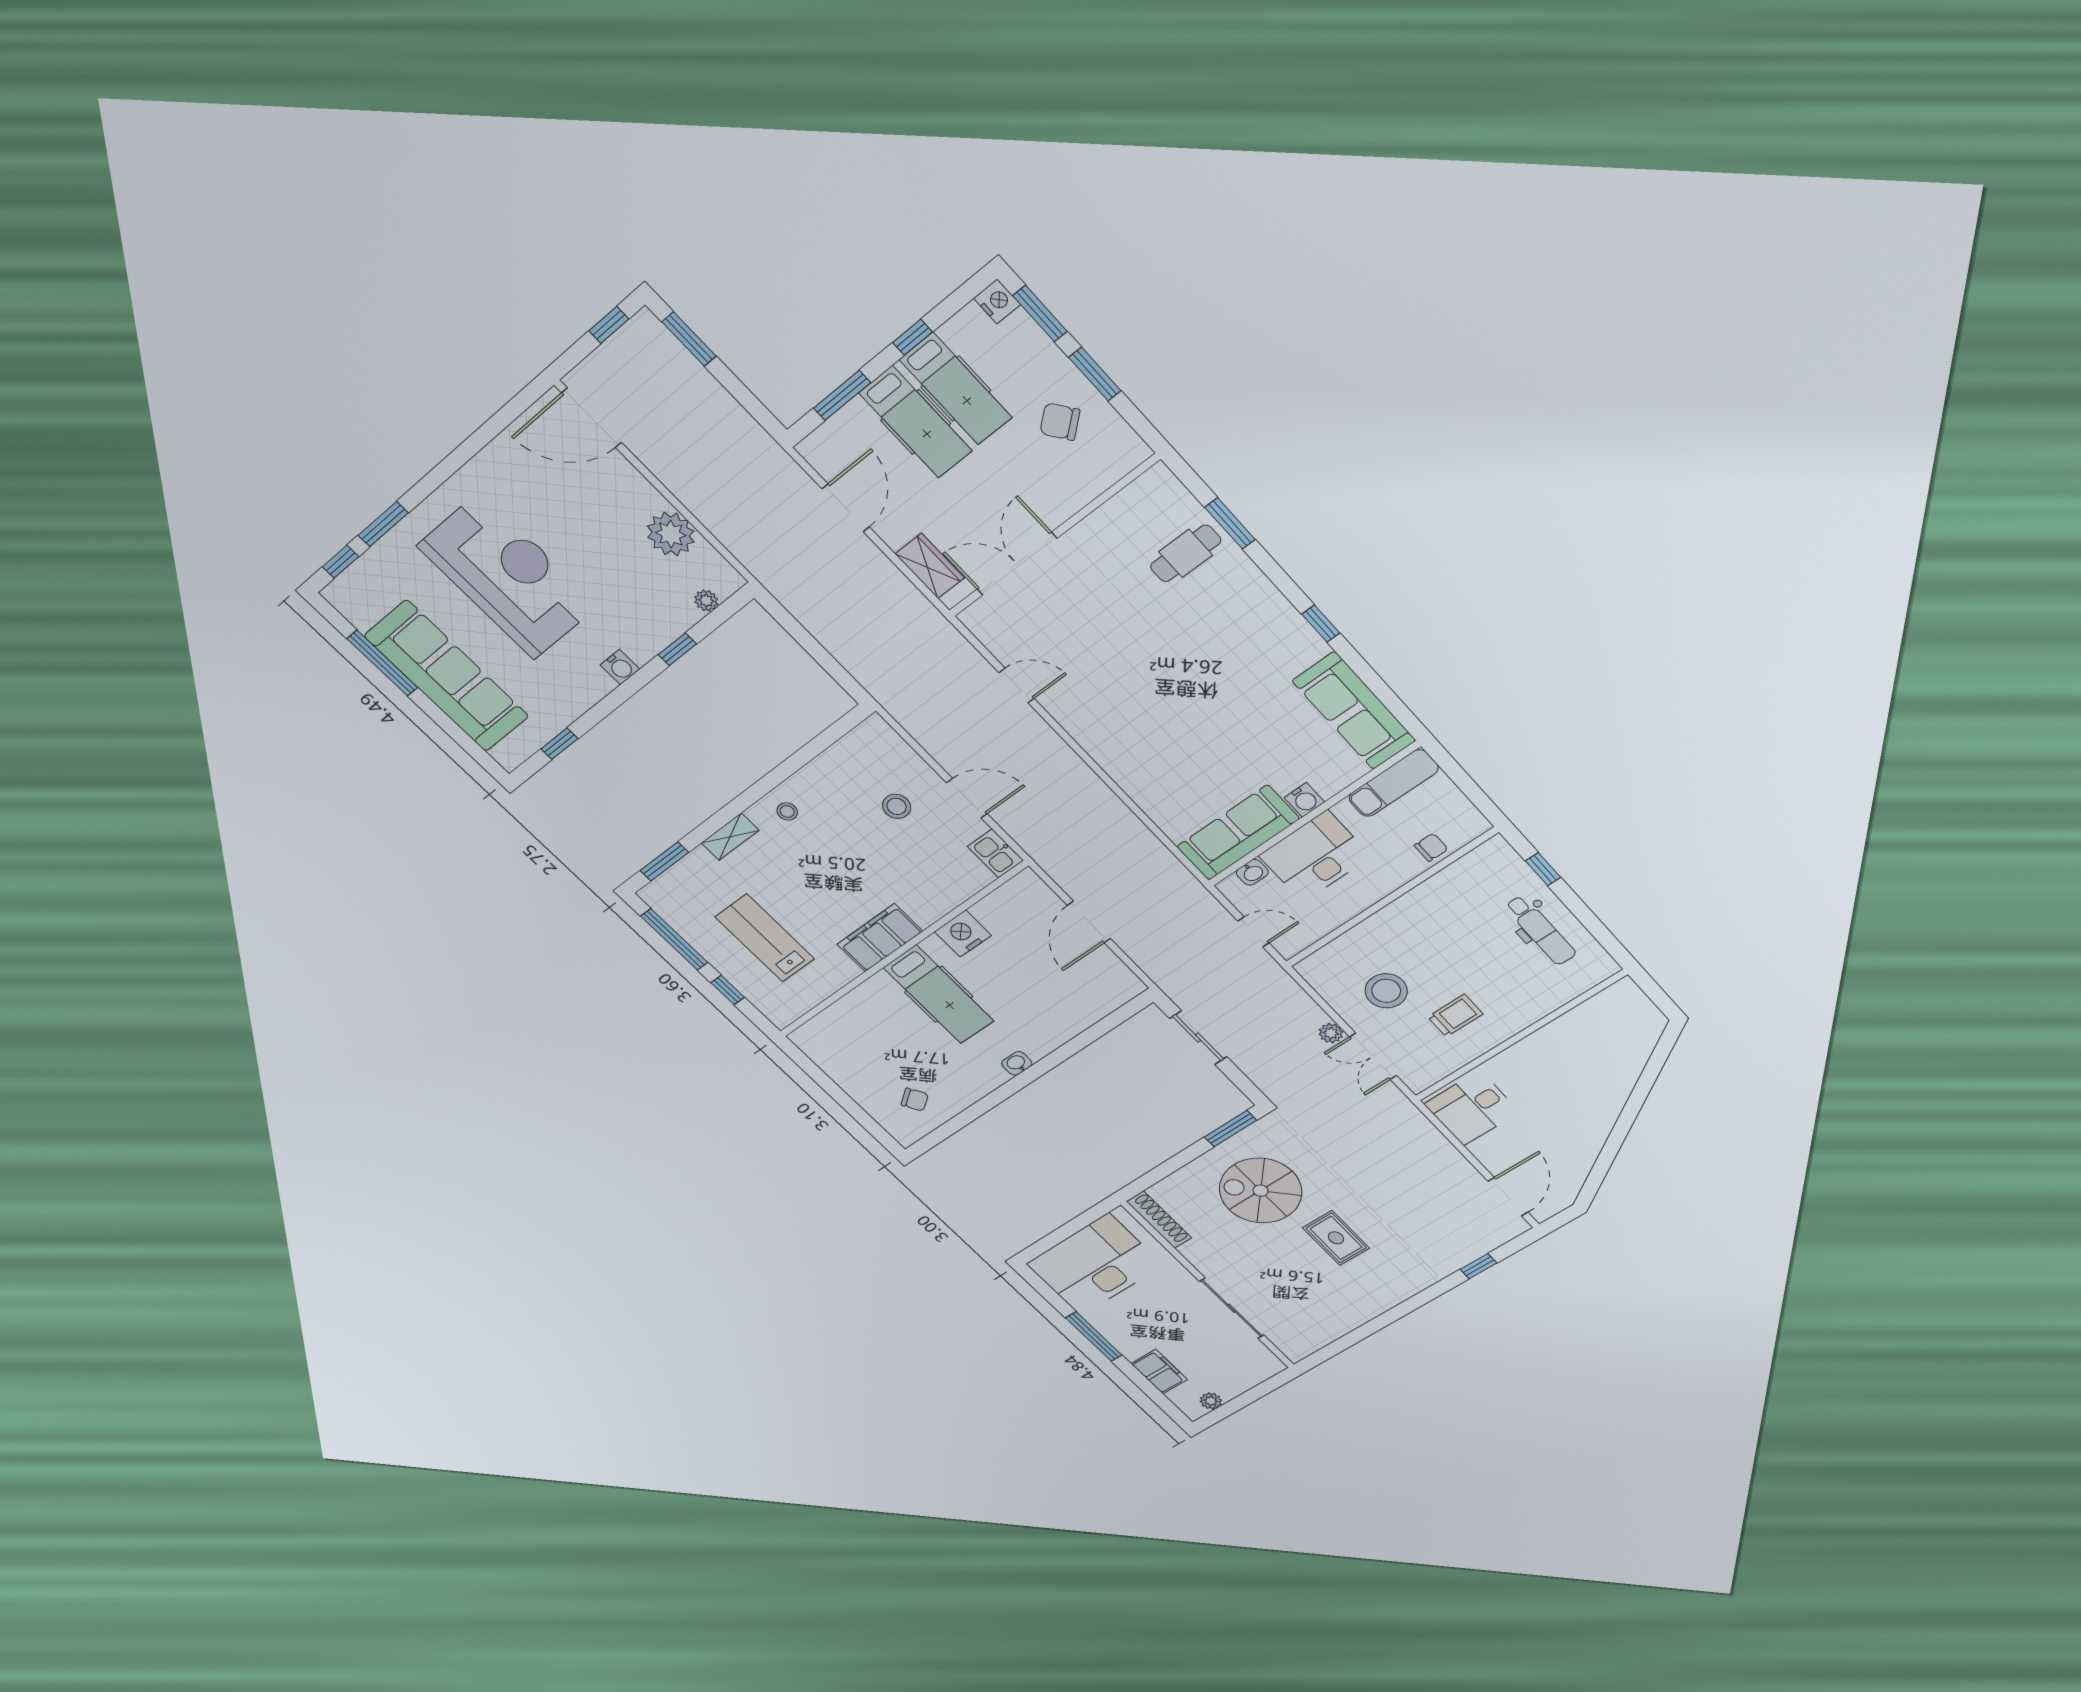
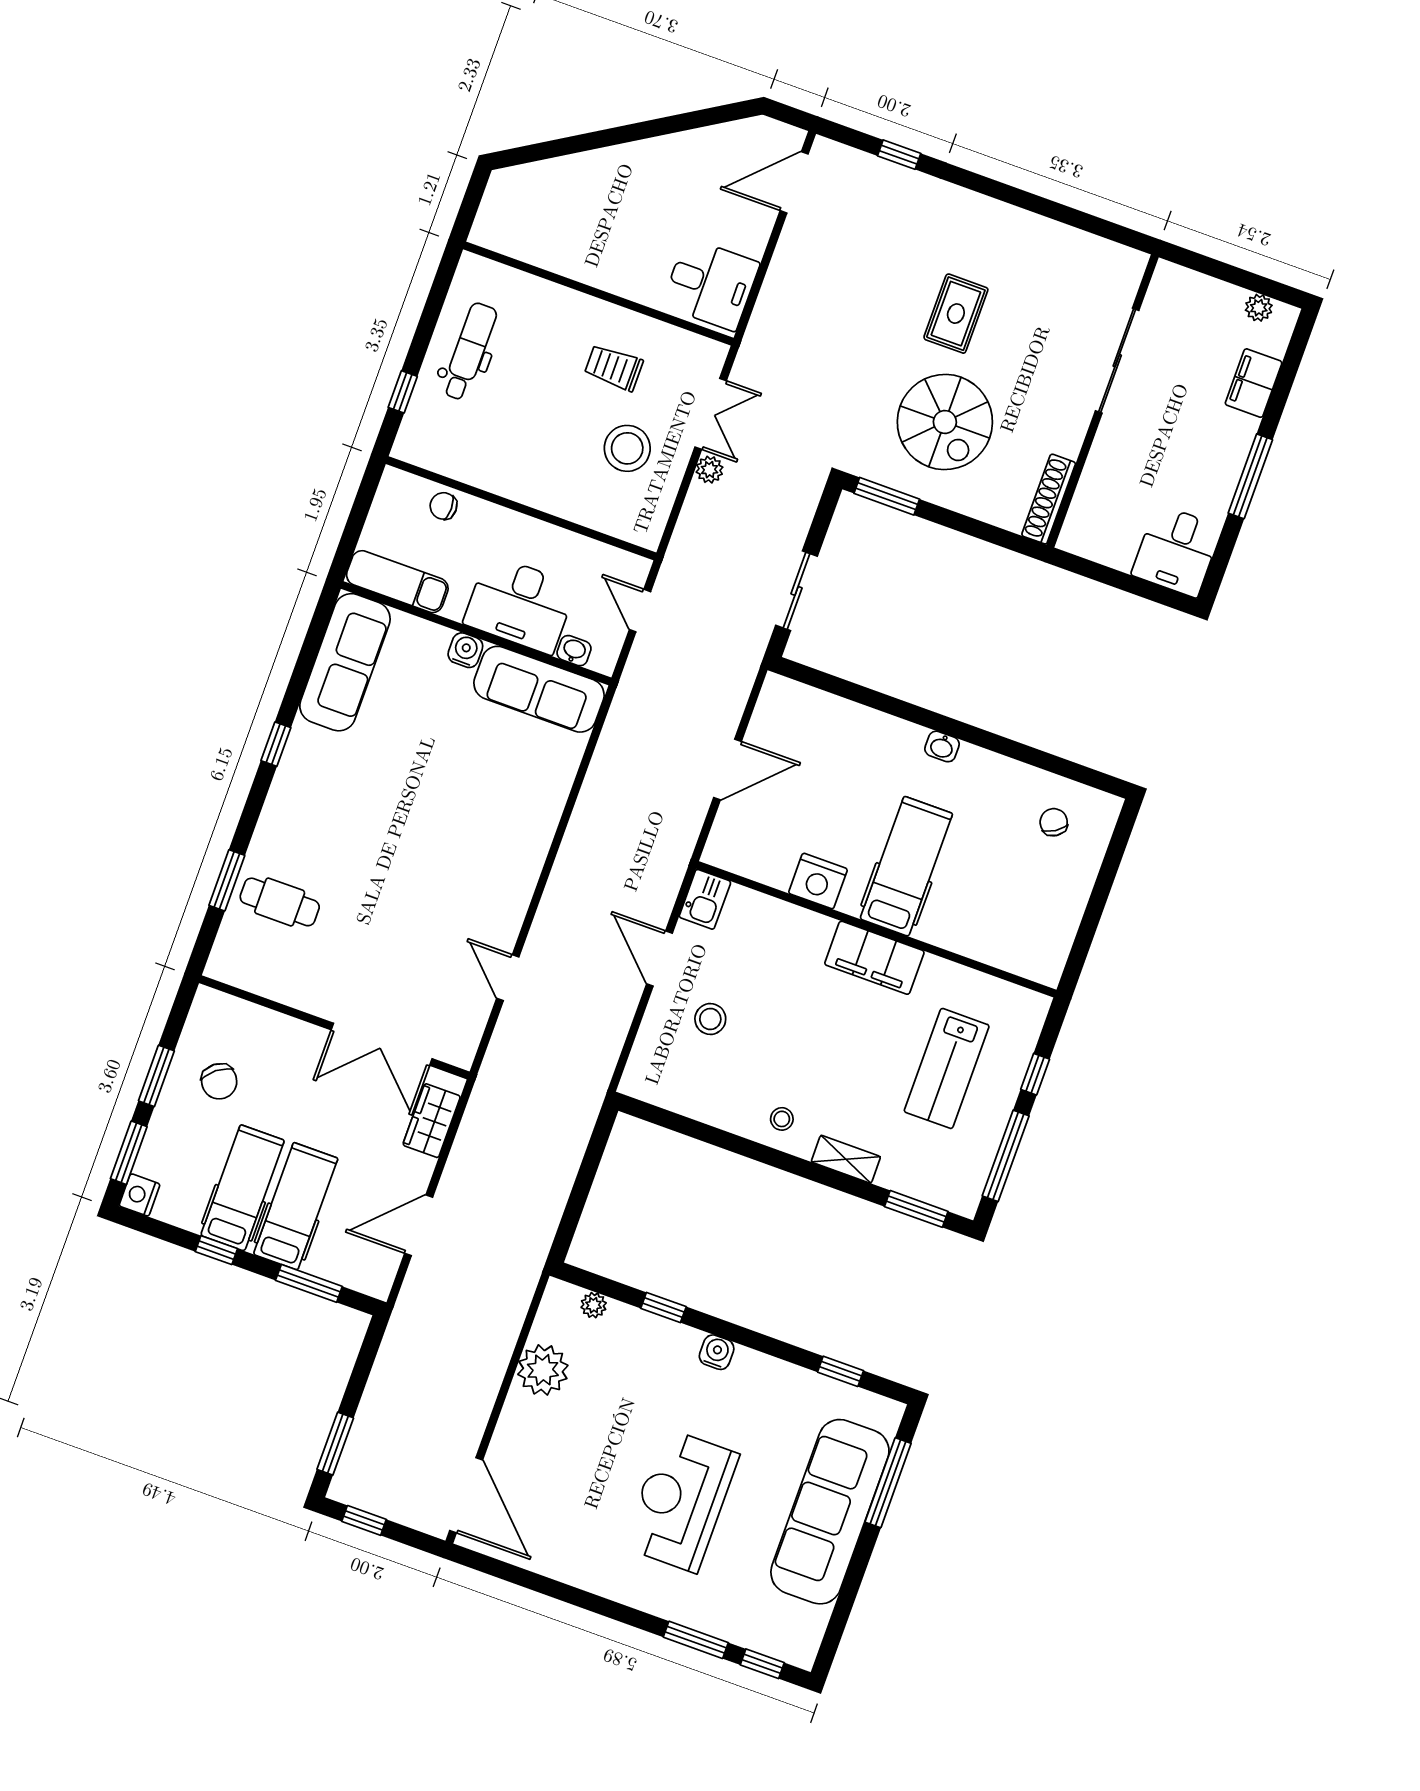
reception desk: (508, 576) -> (681, 1501), width x0.74, depth x0.77
window: (382, 663) -> (888, 1483), moved
desk: (1095, 1265) -> (1177, 551), width x0.53, depth x0.77

